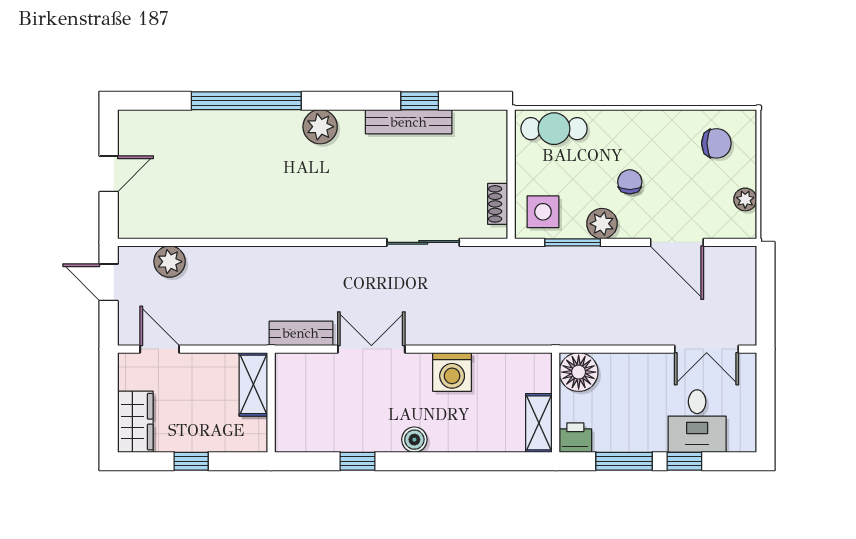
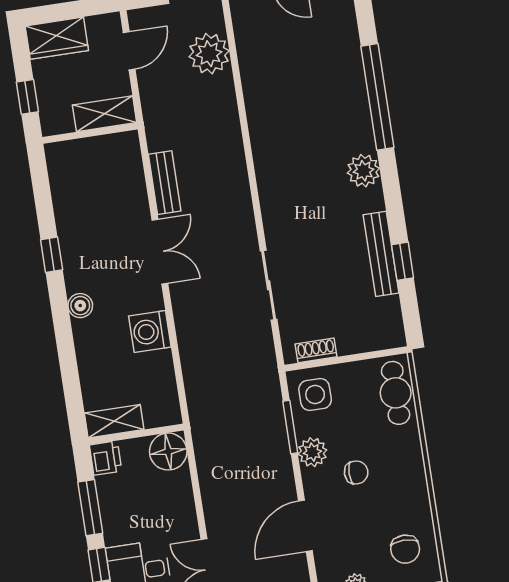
plant: (170, 262) -> (209, 54), width x1.36, depth x1.36
shelving: (253, 384) -> (105, 114), moved
wall: (271, 402) -> (90, 133), moved

